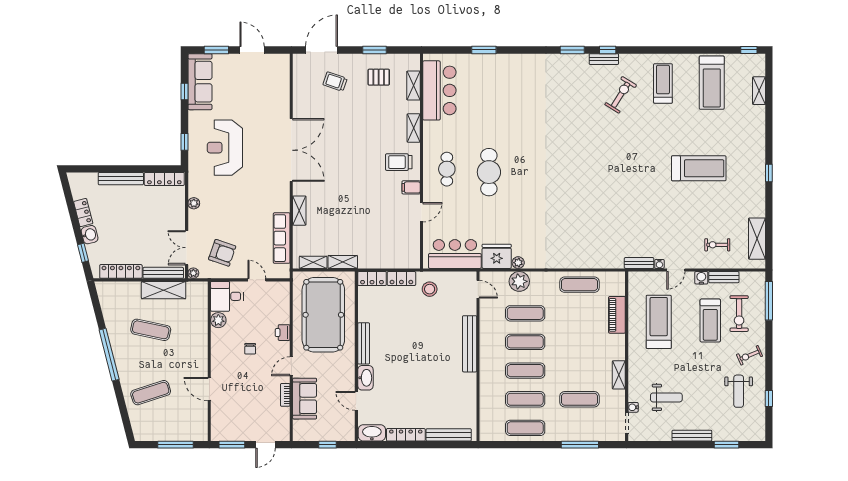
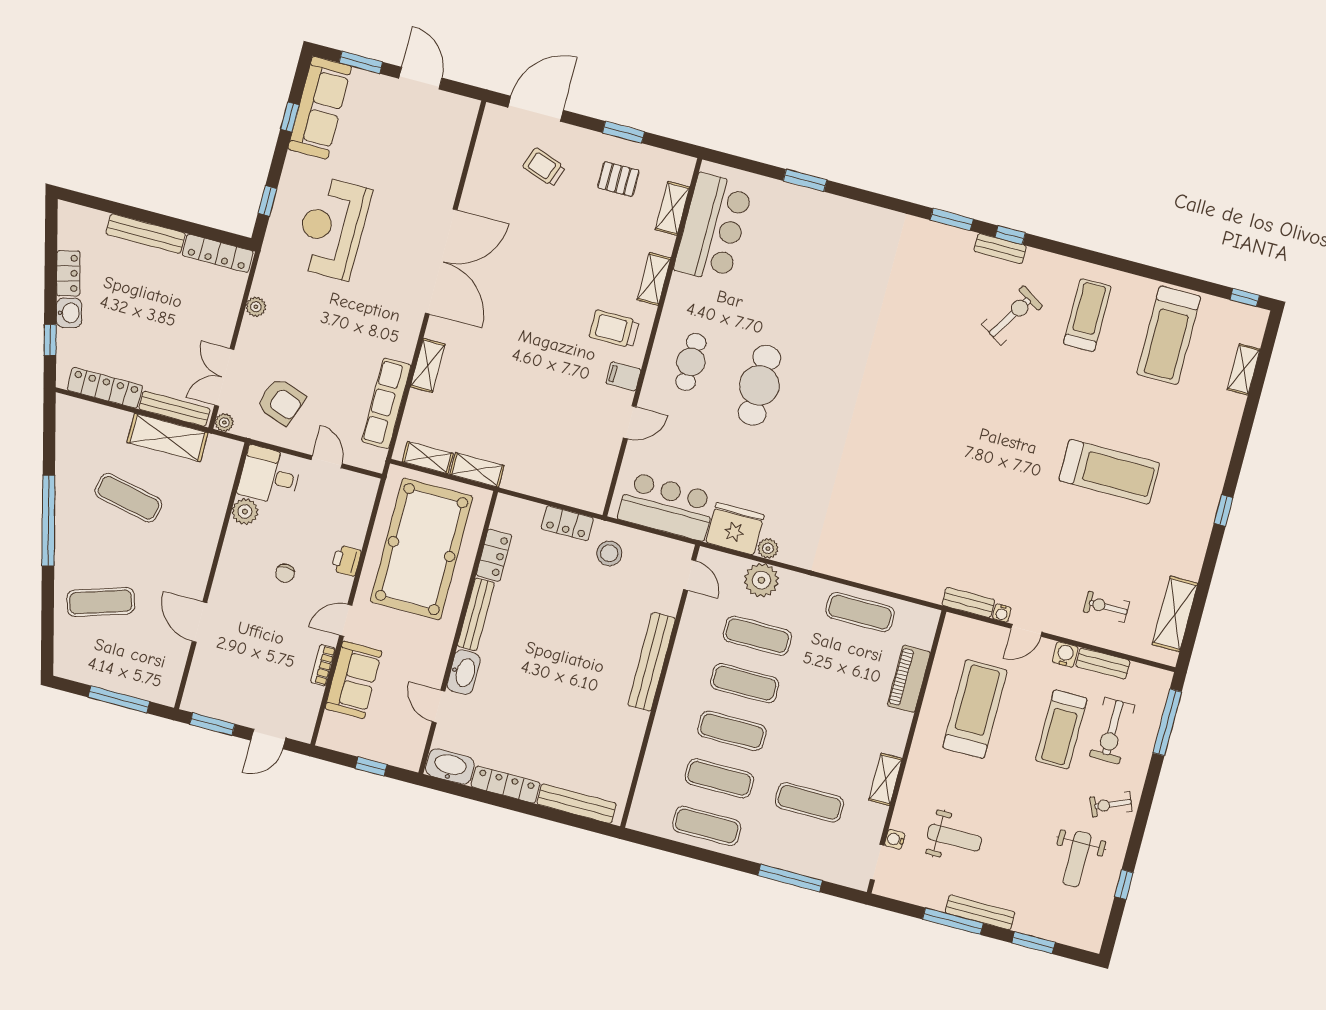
locker: (372, 279) -> (494, 555), moved, turned -90
window: (678, 445) -> (953, 921), added

